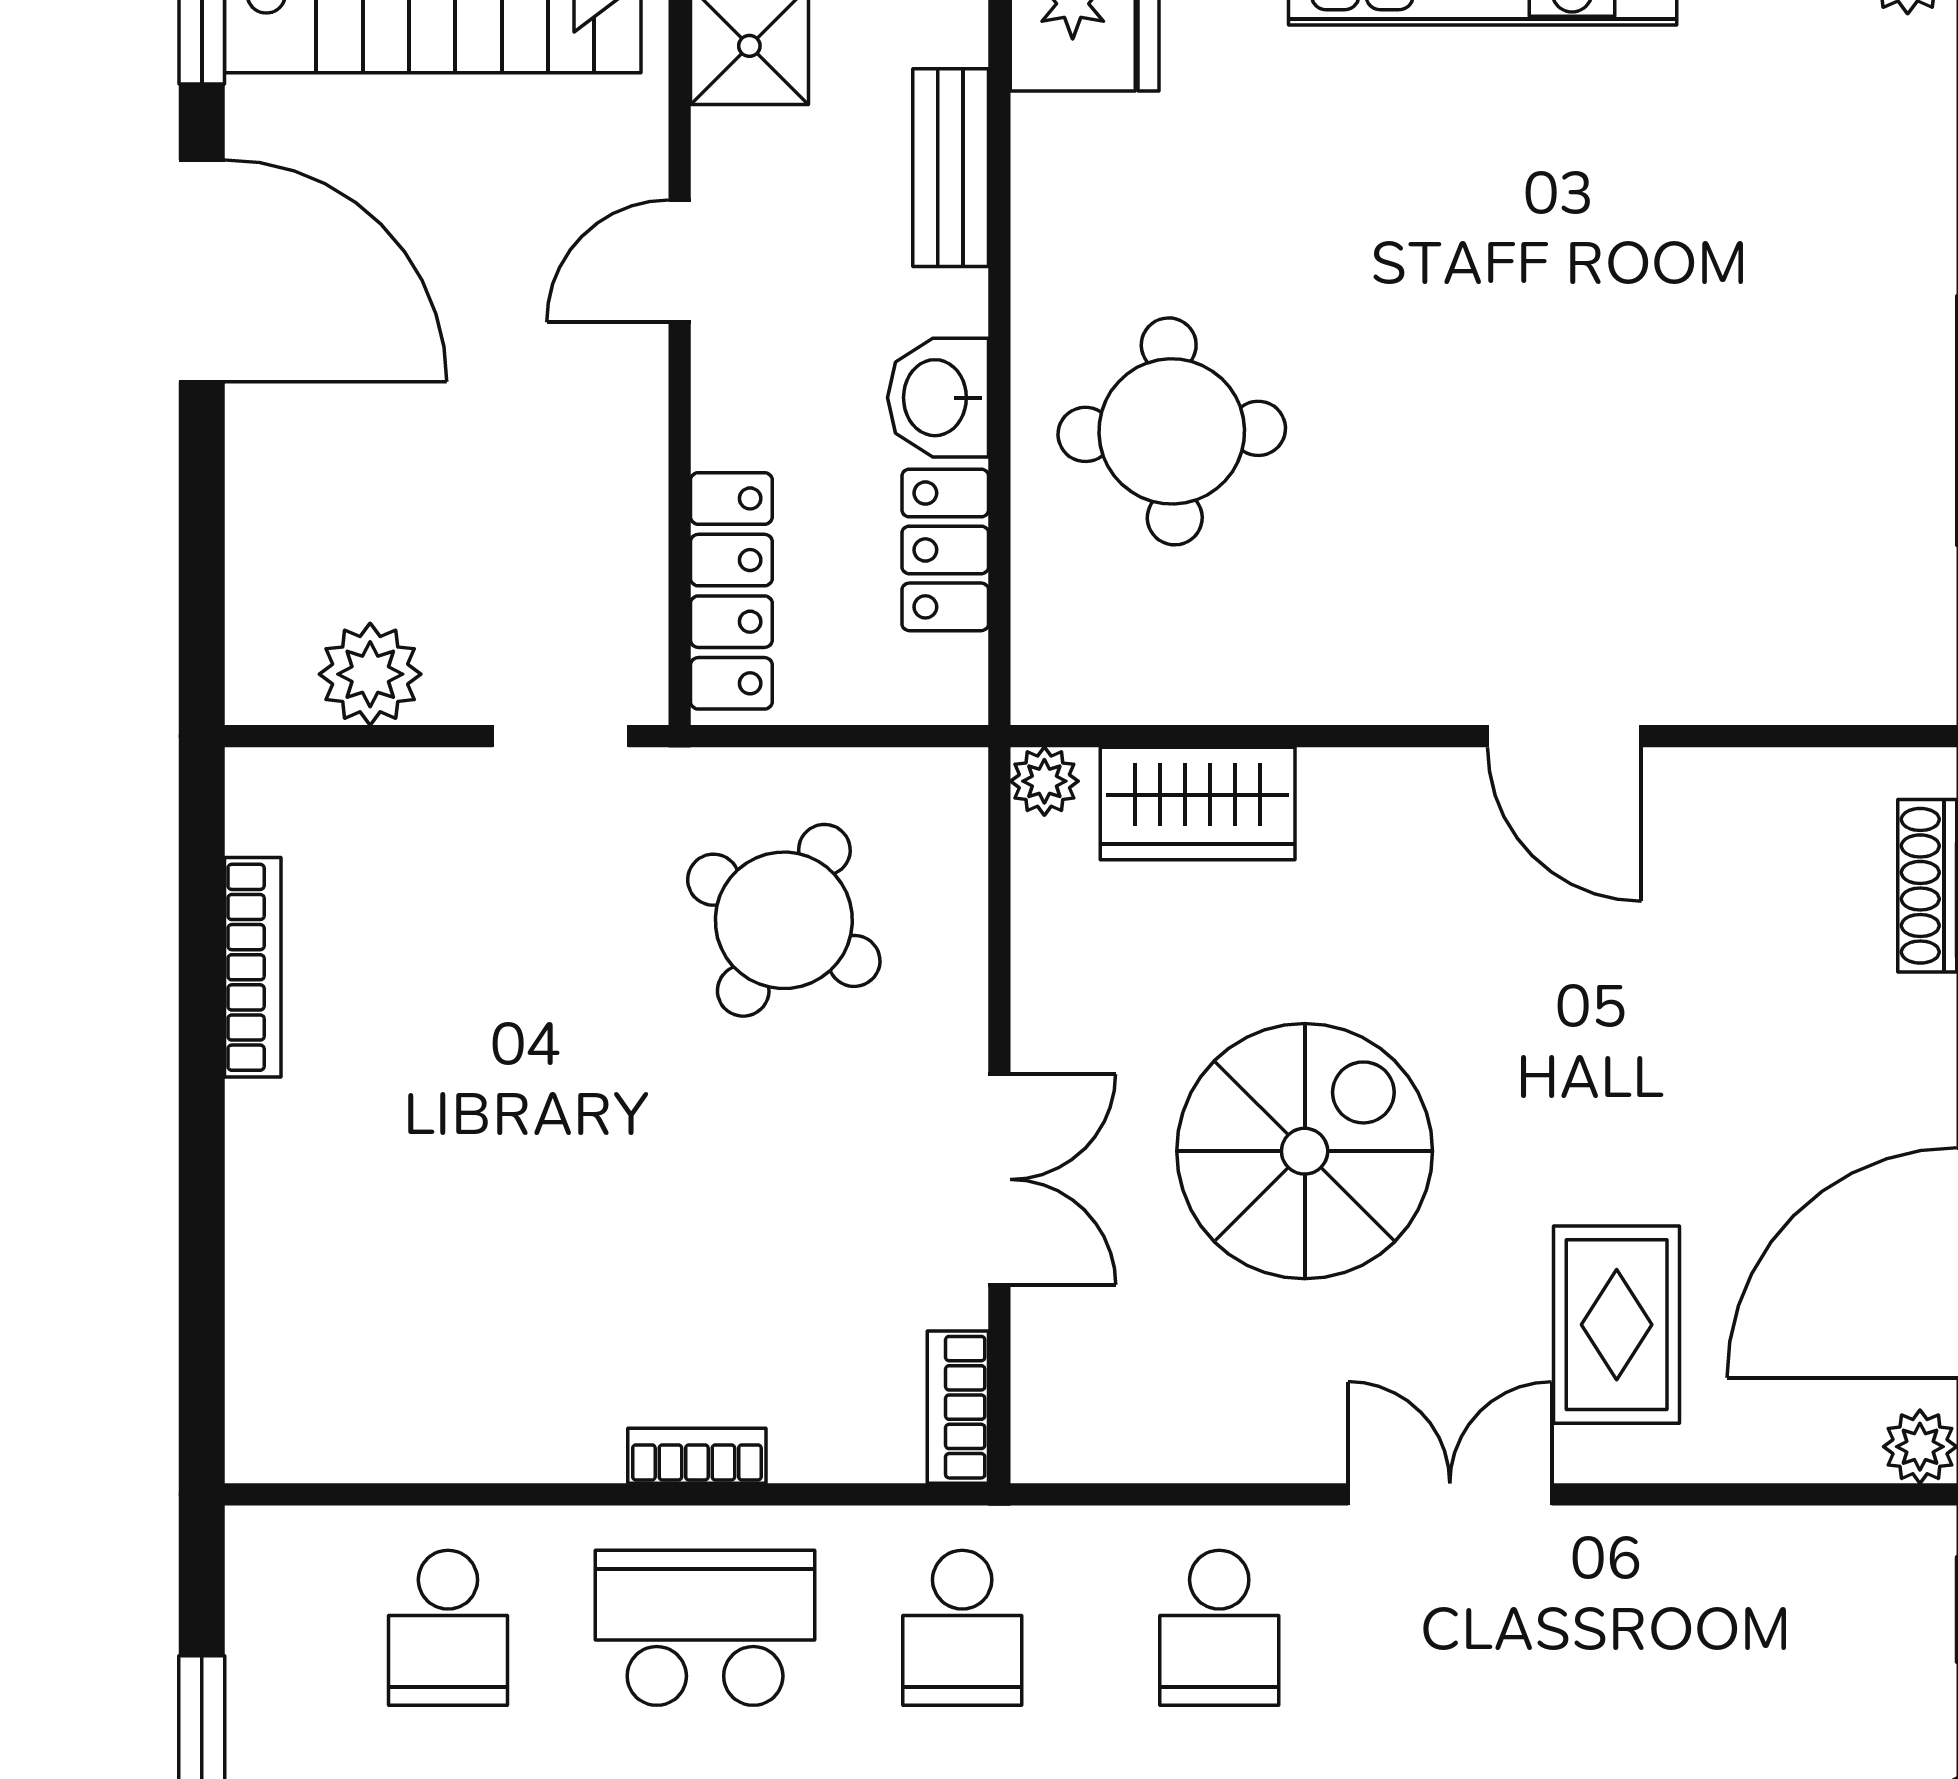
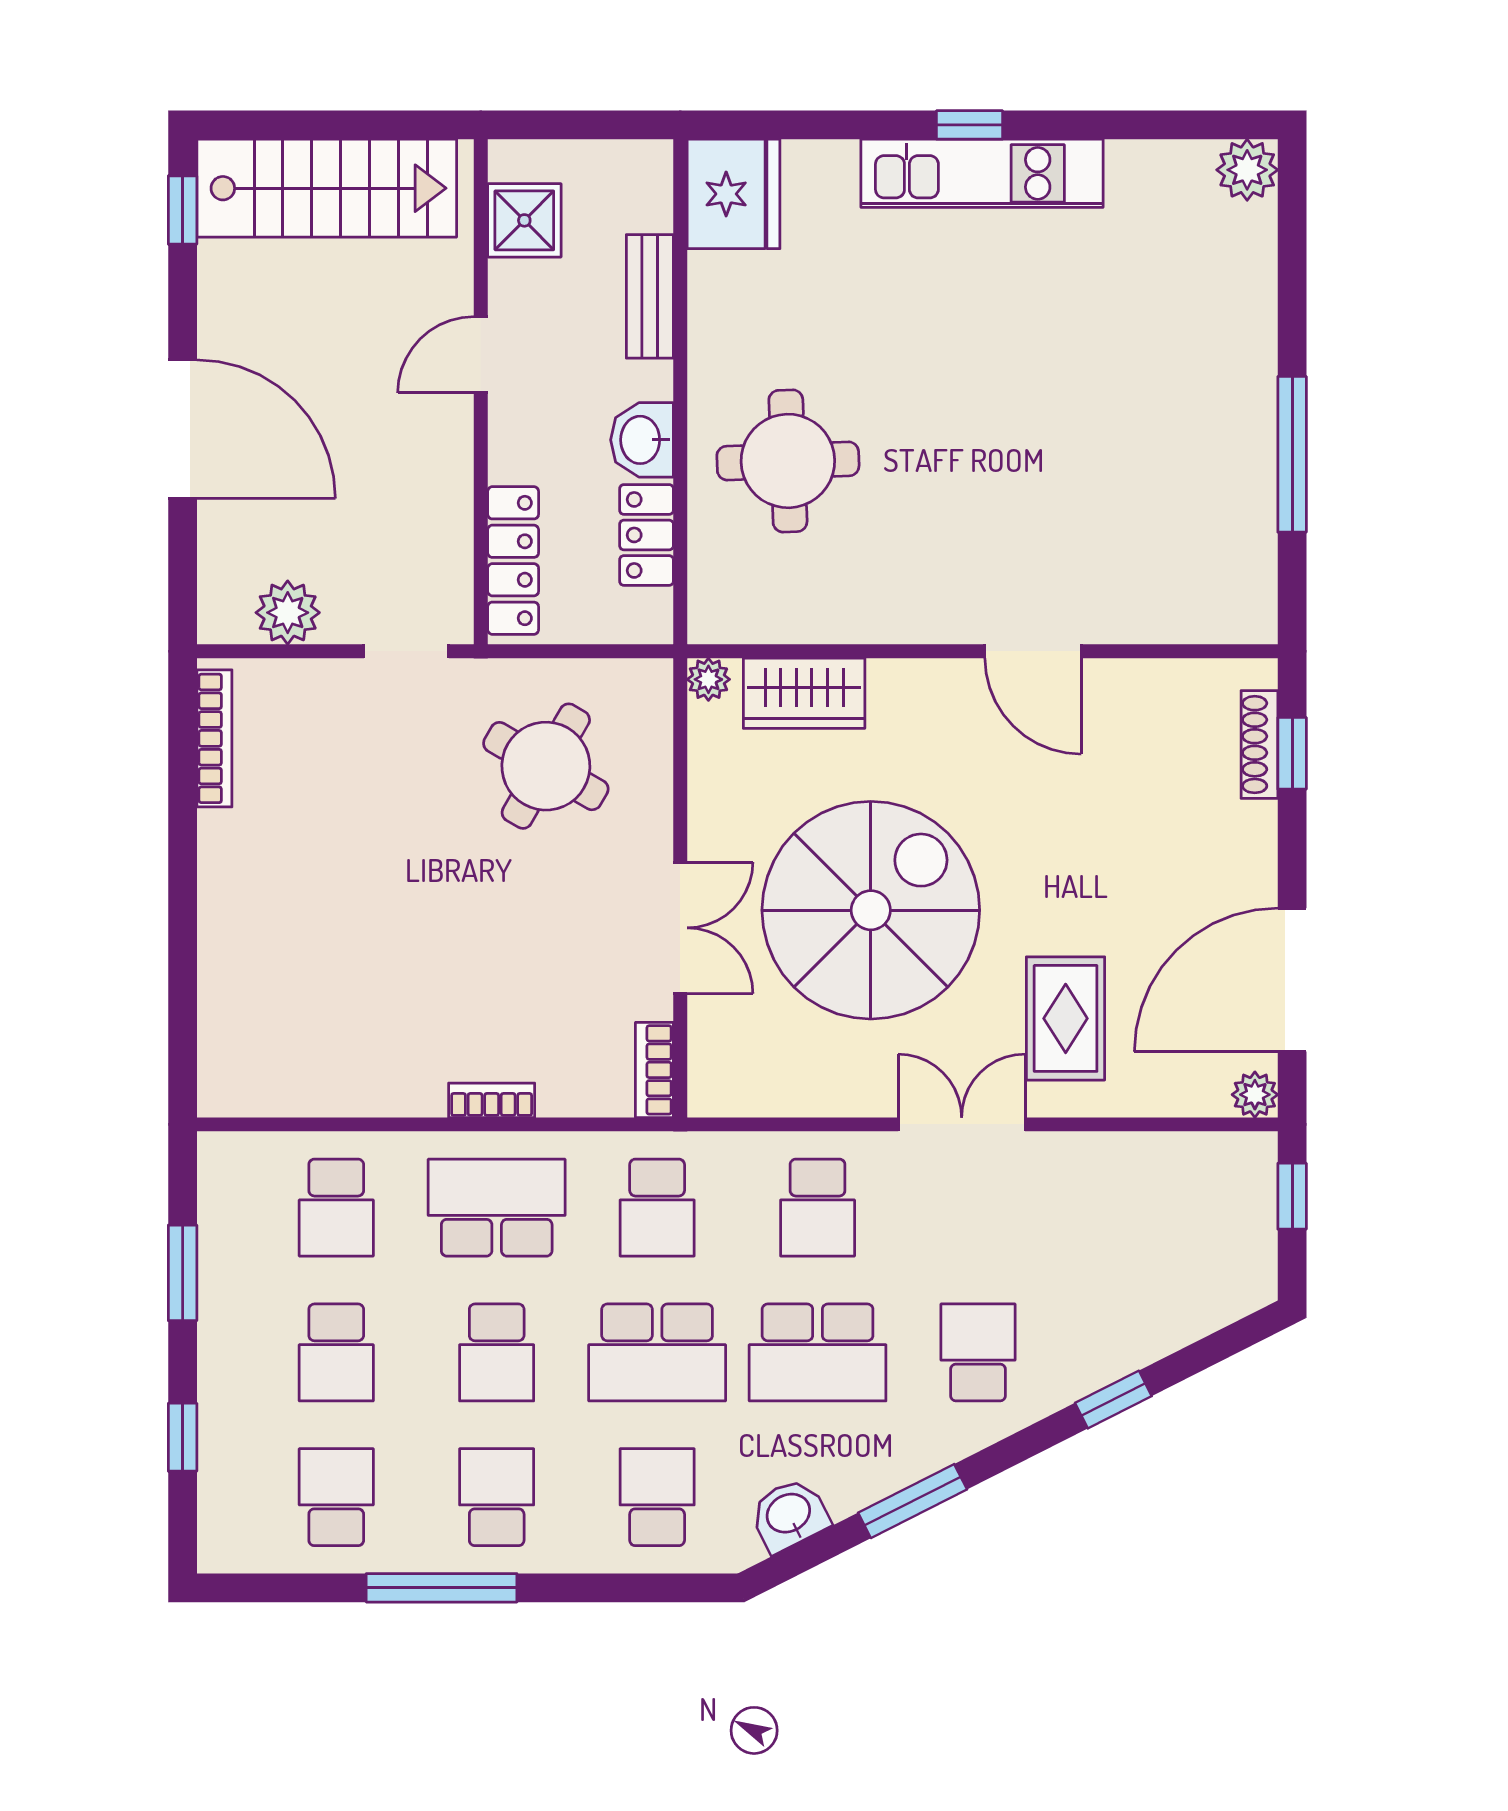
door: (202, 271) -> (183, 429), moved
bookcase: (253, 967) -> (214, 738), moved
spiral stairs: (1305, 1151) -> (871, 910), width x1.37, depth x1.37

